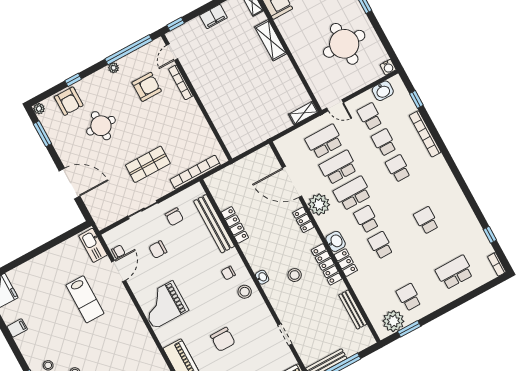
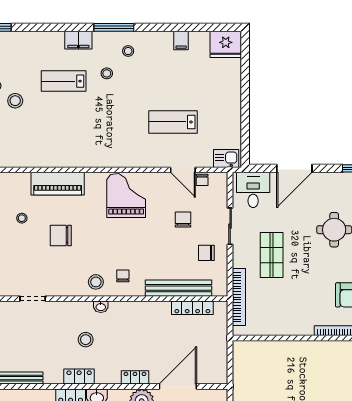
desk: (104, 207) -> (253, 190), added
locker: (235, 225) -> (192, 308), moved
kitchen sink: (93, 245) -> (226, 158), width x0.73
locker: (327, 264) -> (79, 377), width x0.66

